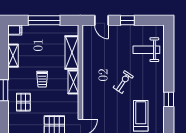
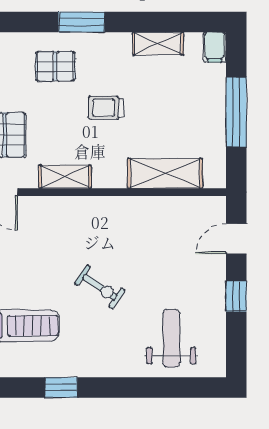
shelving: (73, 82) -> (65, 177), moved

